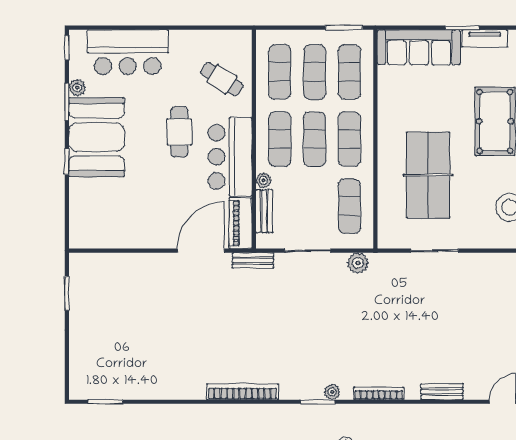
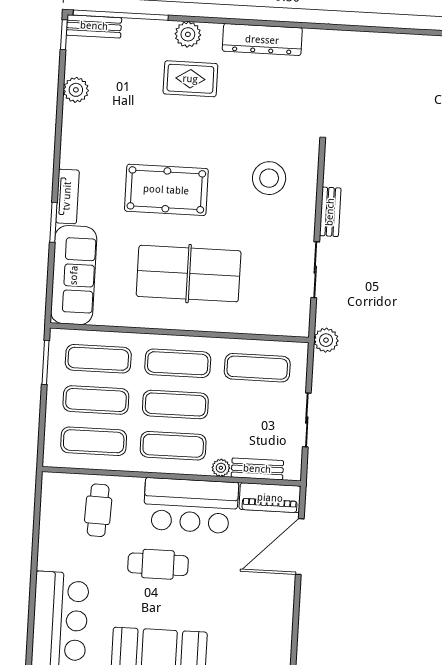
cafe table: (222, 79) -> (98, 510), turned -31
table tennis table: (428, 175) -> (189, 274), moved
door: (201, 251) -> (300, 547), hinge flipped
bench: (253, 260) -> (330, 212), moved
plant: (358, 263) -> (326, 340), moved

